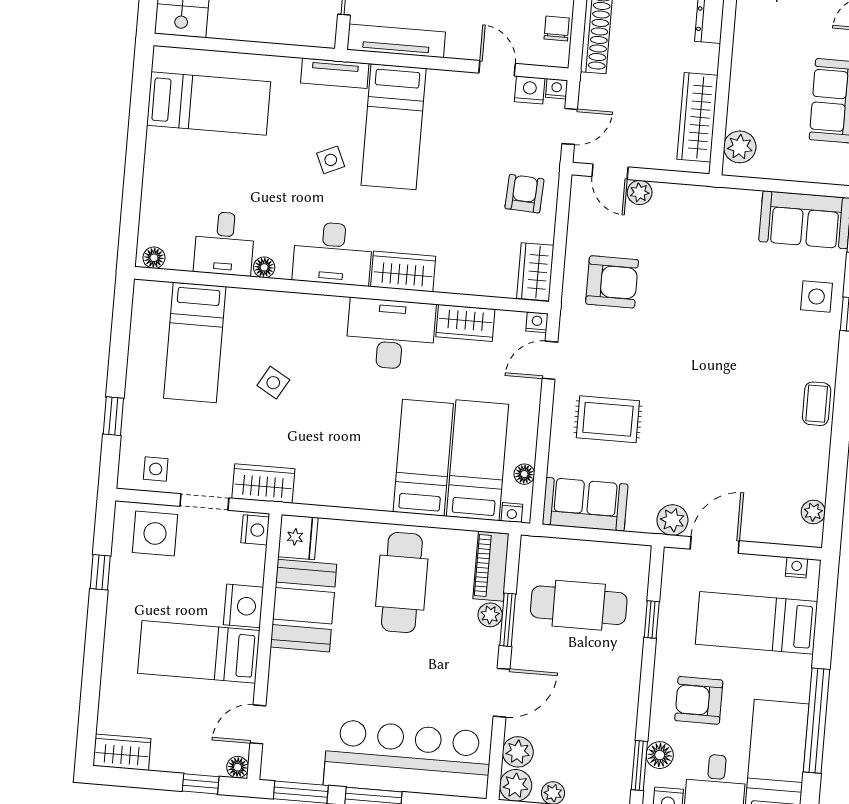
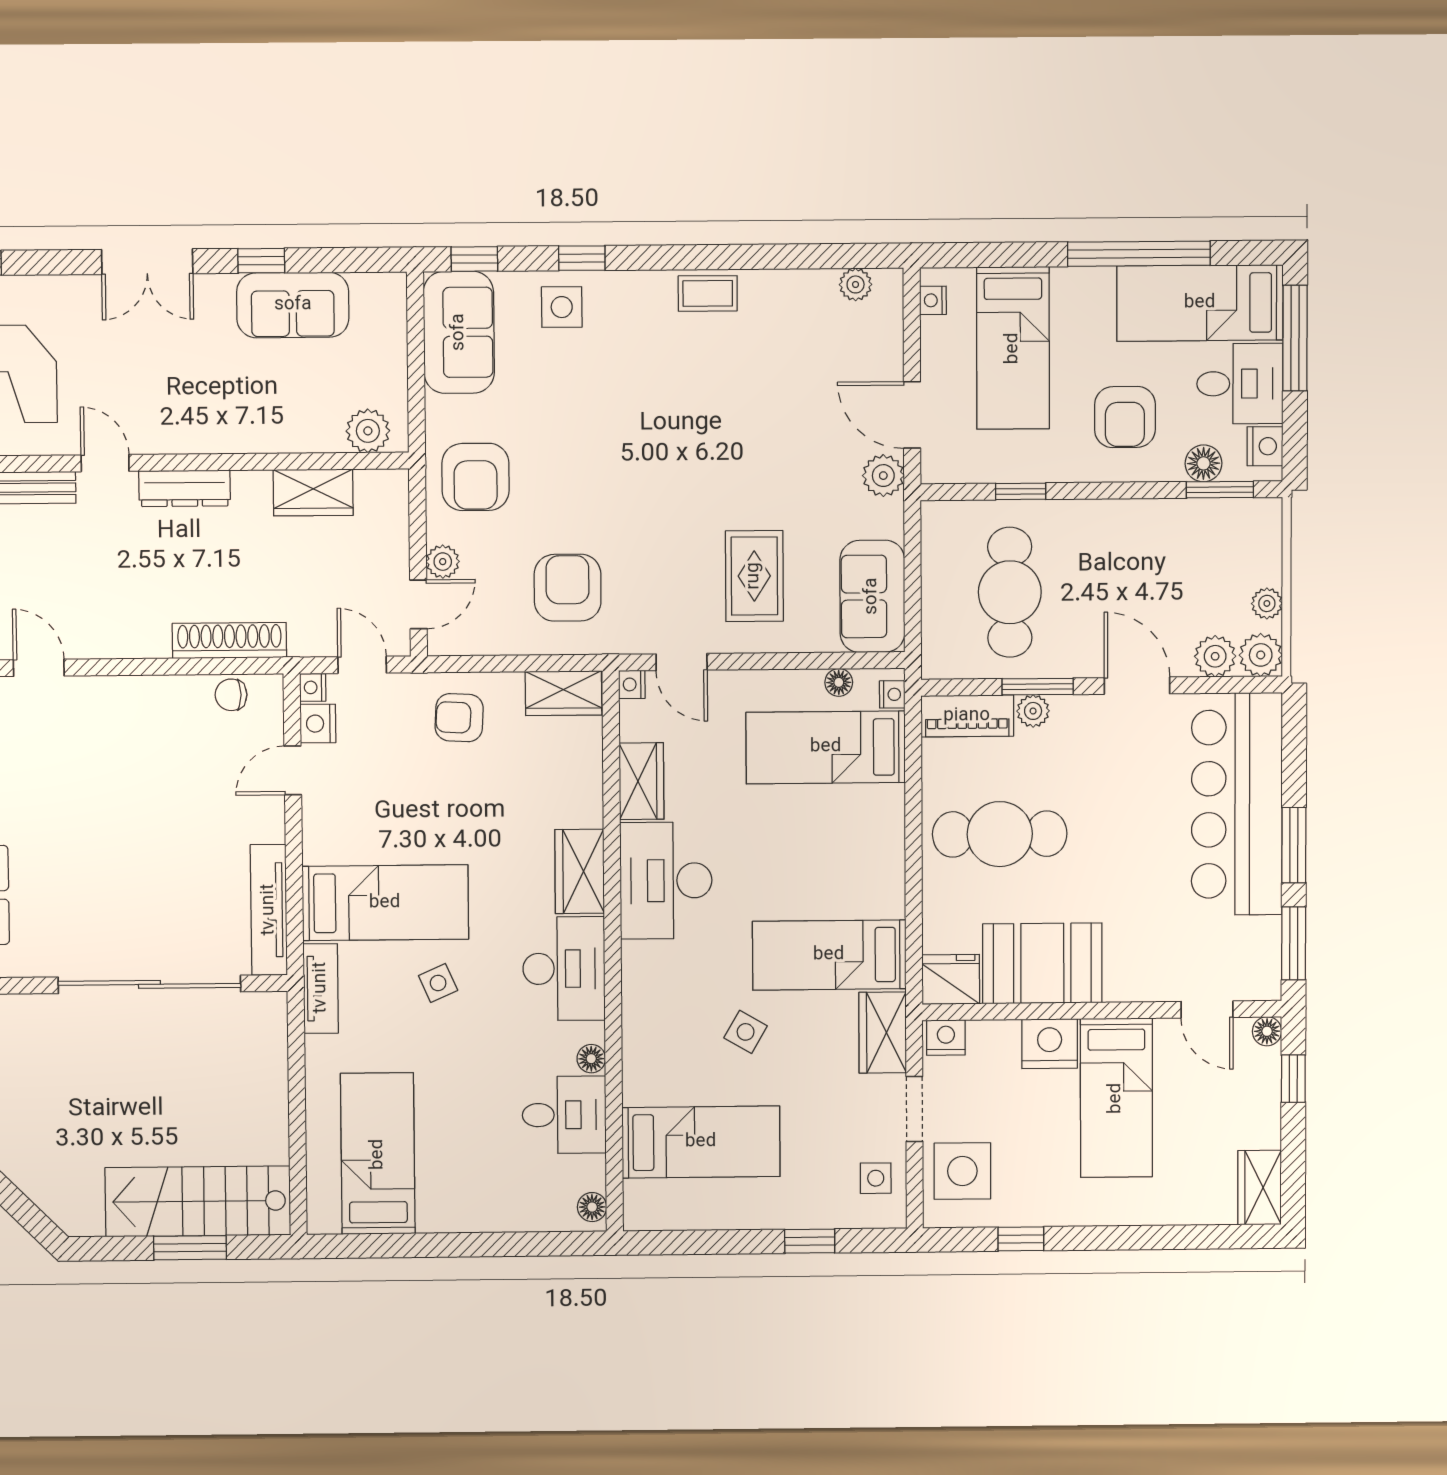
wardrobe: (697, 117) -> (313, 493), width x0.67
armchair: (699, 222) -> (475, 477), added
bed: (423, 458) -> (829, 955), moved

